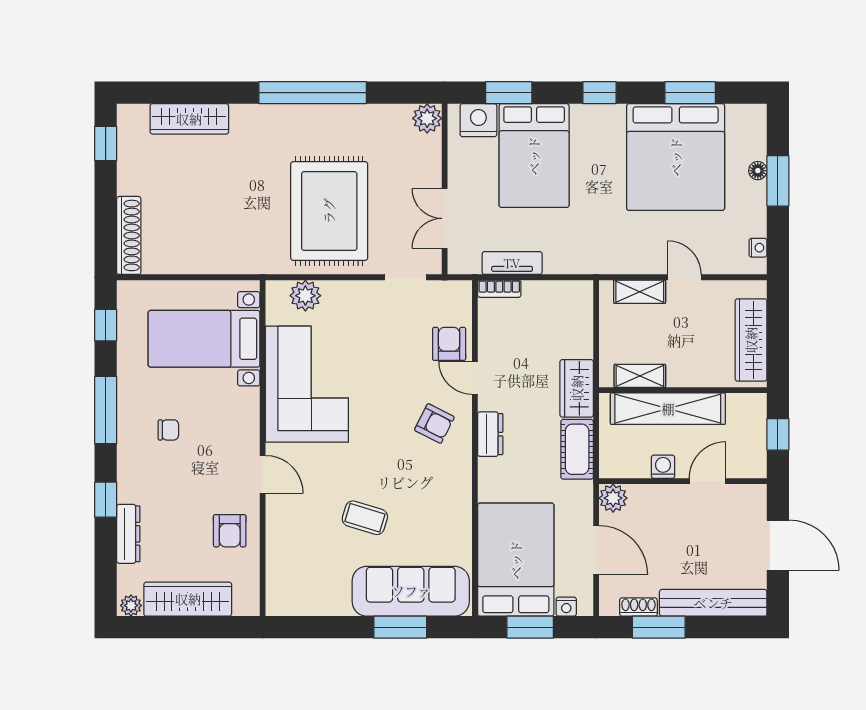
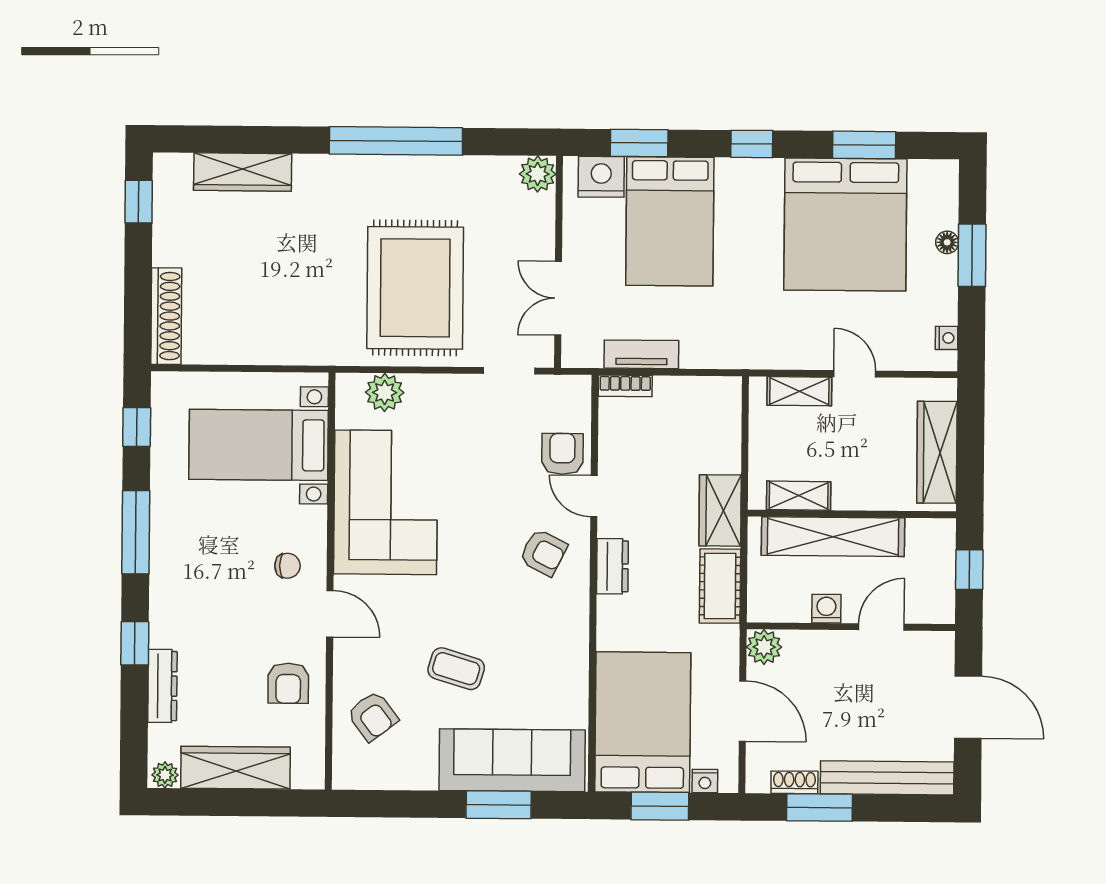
chair: (168, 430) -> (287, 566), moved
armchair: (298, 557) -> (373, 716), added

